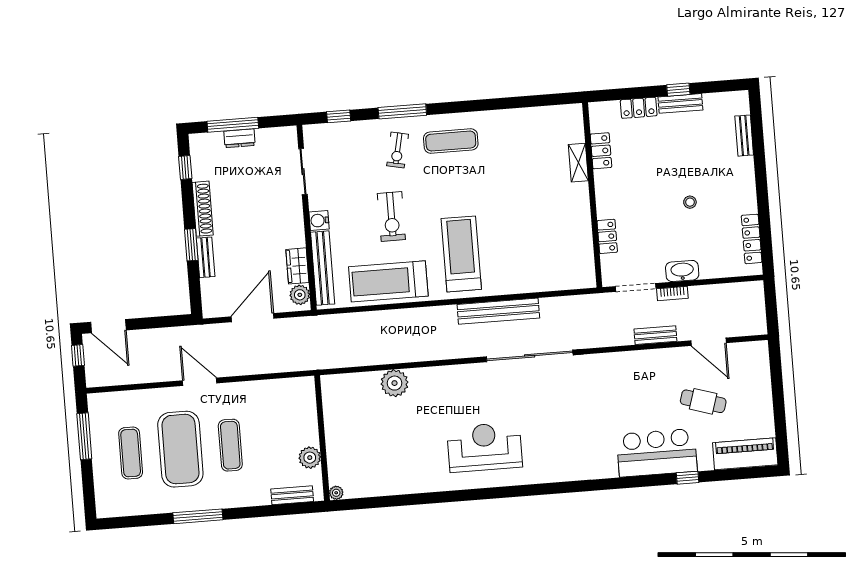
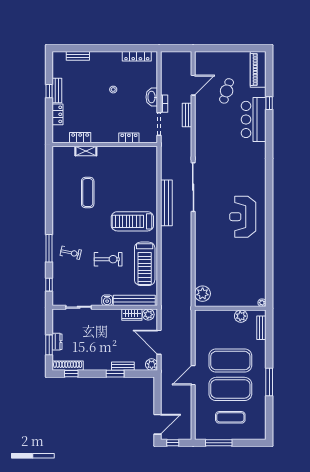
window: (233, 125) -> (49, 345), width x0.69
exercise mat: (451, 141) -> (88, 193), moved
shoe rack: (203, 209) -> (68, 366), moved
plant: (212, 307) -> (152, 365), added
plant: (395, 383) -> (203, 294), moved
exercise mat: (230, 445) -> (230, 361), width x2.00, depth x1.45

